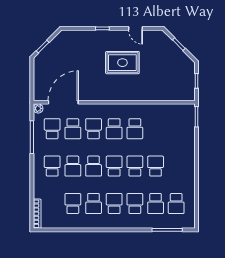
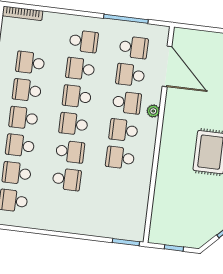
plant: (38, 108) -> (153, 111), moved
school desk: (114, 166) -> (73, 124), turned 180
school desk: (73, 204) -> (30, 63), turned 180
school desk: (114, 204) -> (23, 118), turned 180
school desk: (135, 204) -> (20, 146), turned 180

